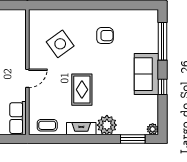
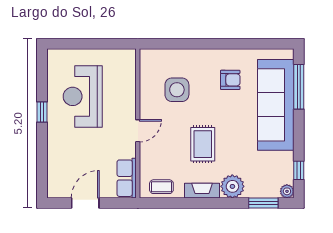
side table: (60, 44) -> (177, 90), turned 36
sofa: (146, 74) -> (276, 105), width x1.85, depth x1.27
window: (162, 87) -> (299, 170), moved

